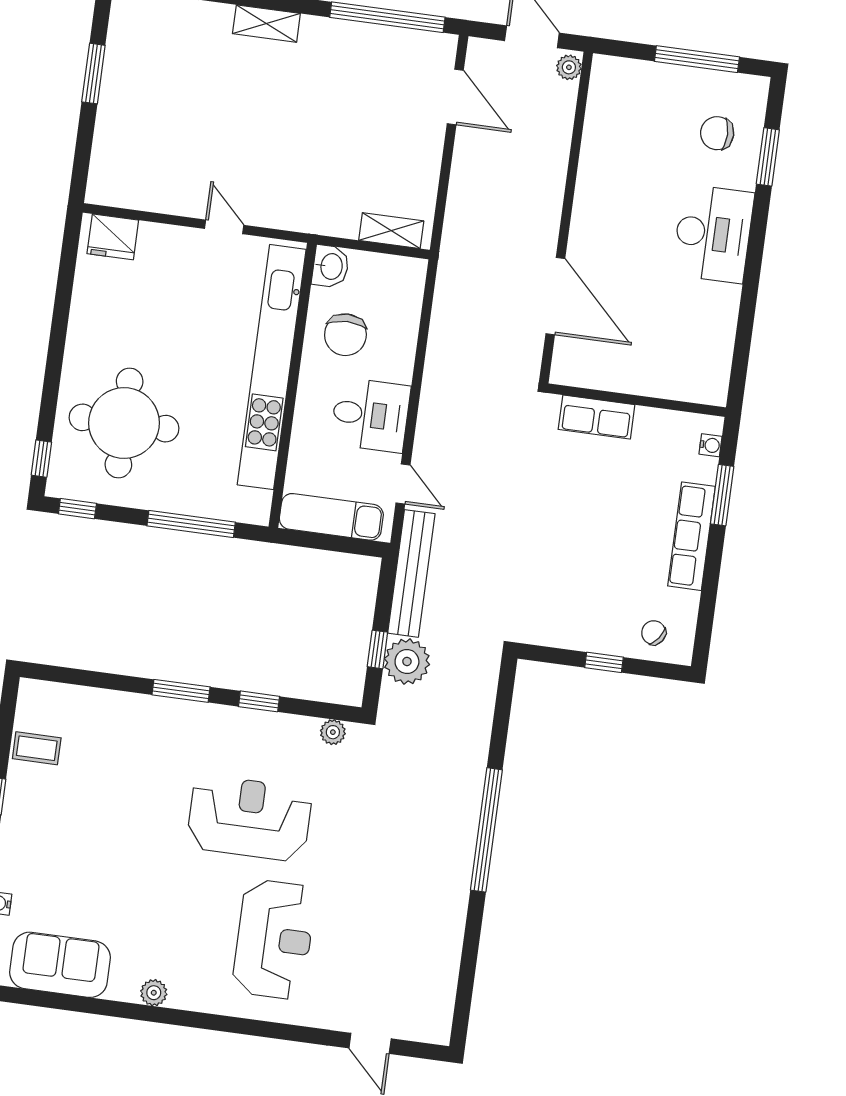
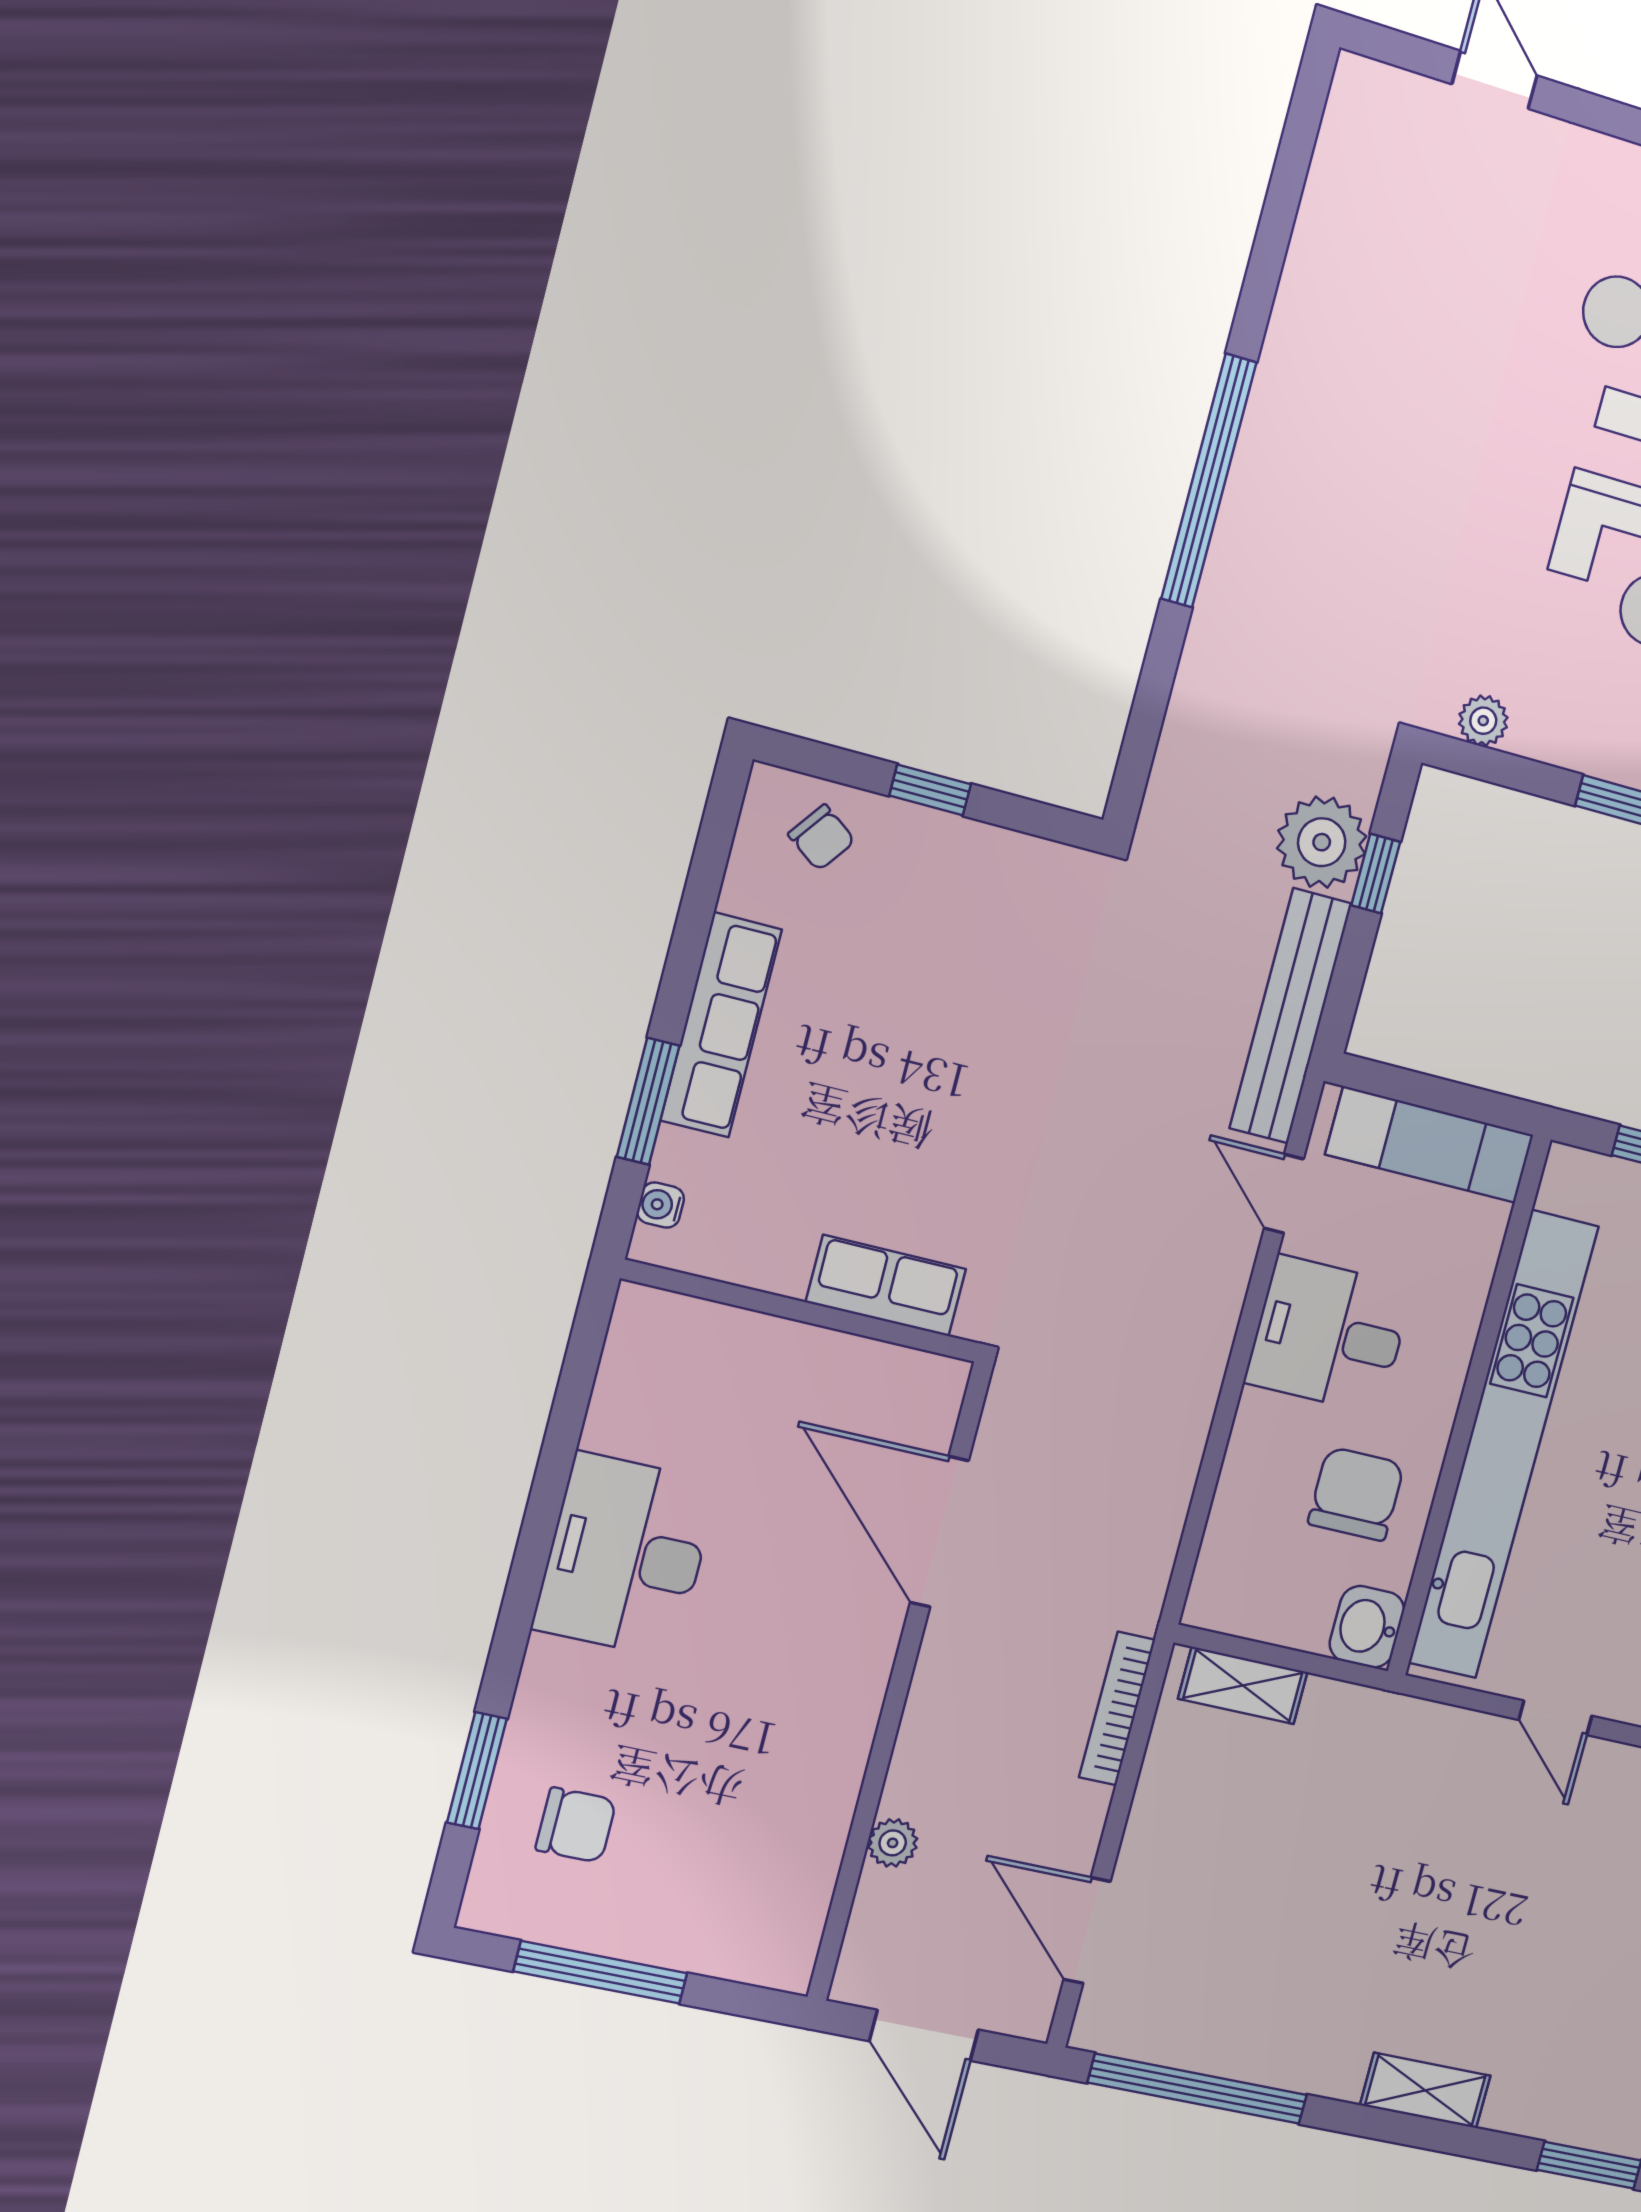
plant: (569, 67) -> (893, 1843), moved
bookcase: (454, 213) -> (1117, 1709), added
desk: (713, 234) -> (625, 1555), moved

